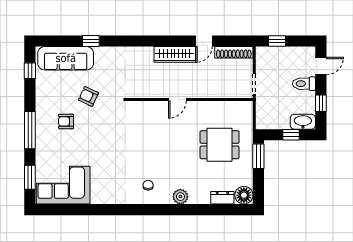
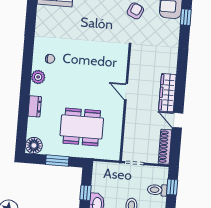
toilet: (282, 57) -> (157, 190), added
dining table: (220, 145) -> (82, 127), width x1.37
window: (258, 156) -> (57, 161), moved
plant: (180, 197) -> (38, 77), moved
dresser: (222, 198) -> (35, 106), moved

